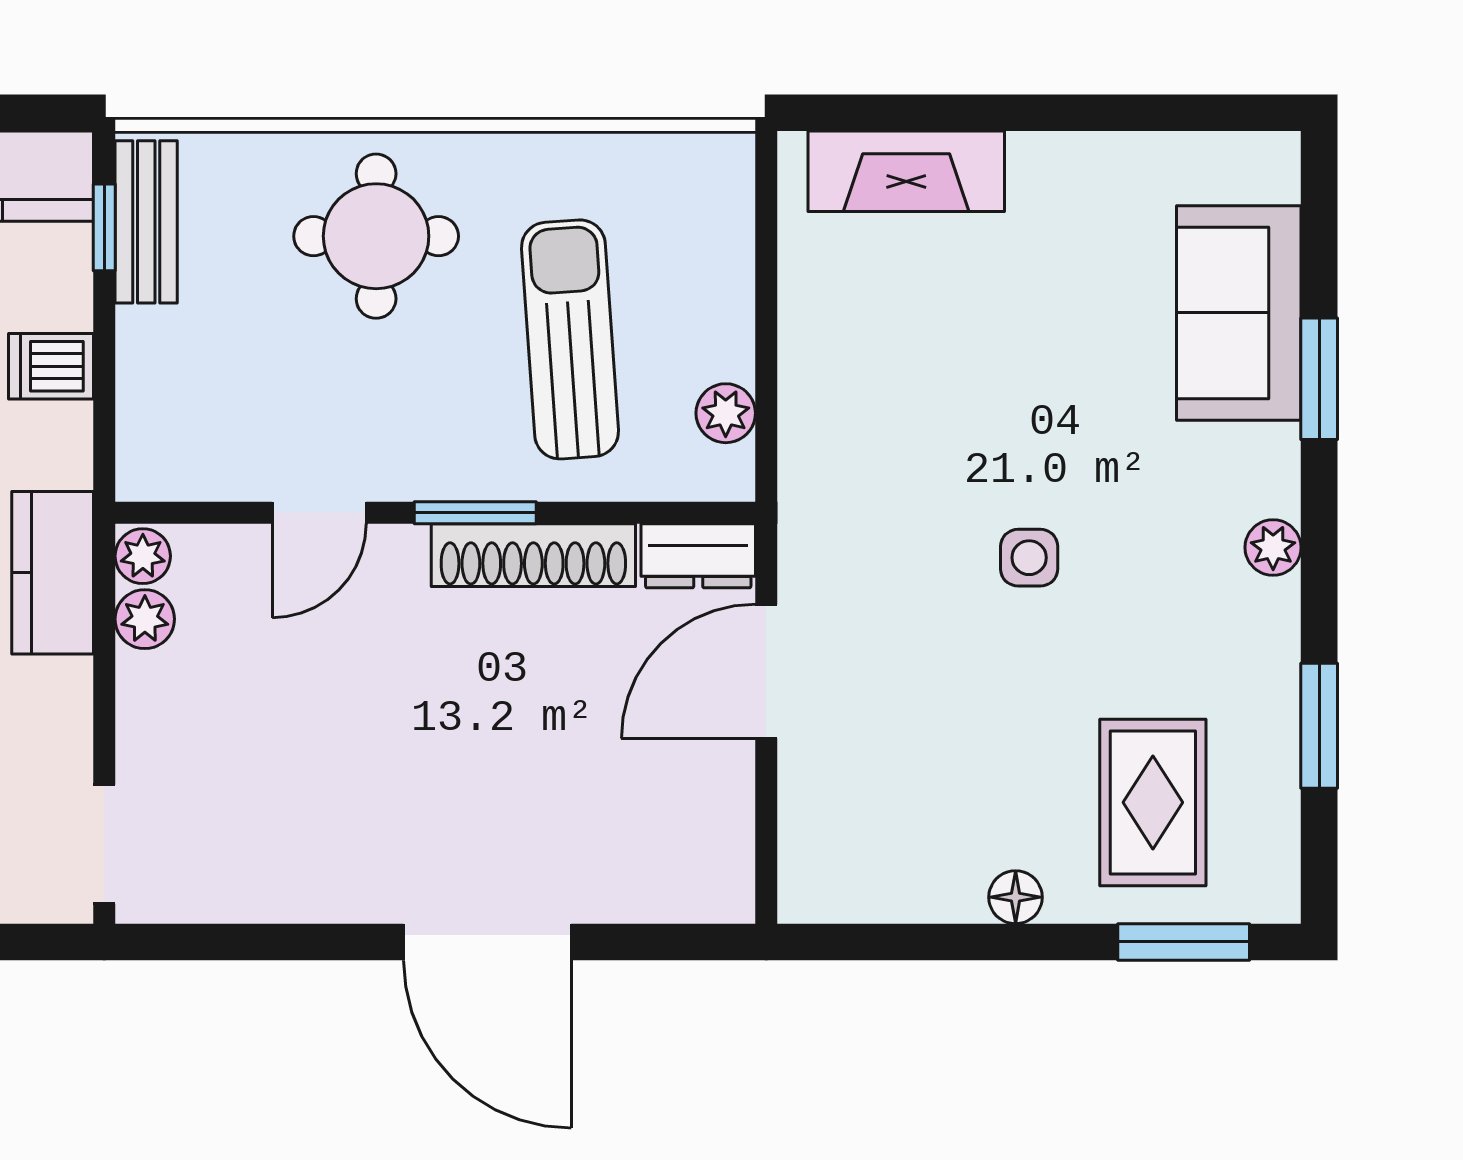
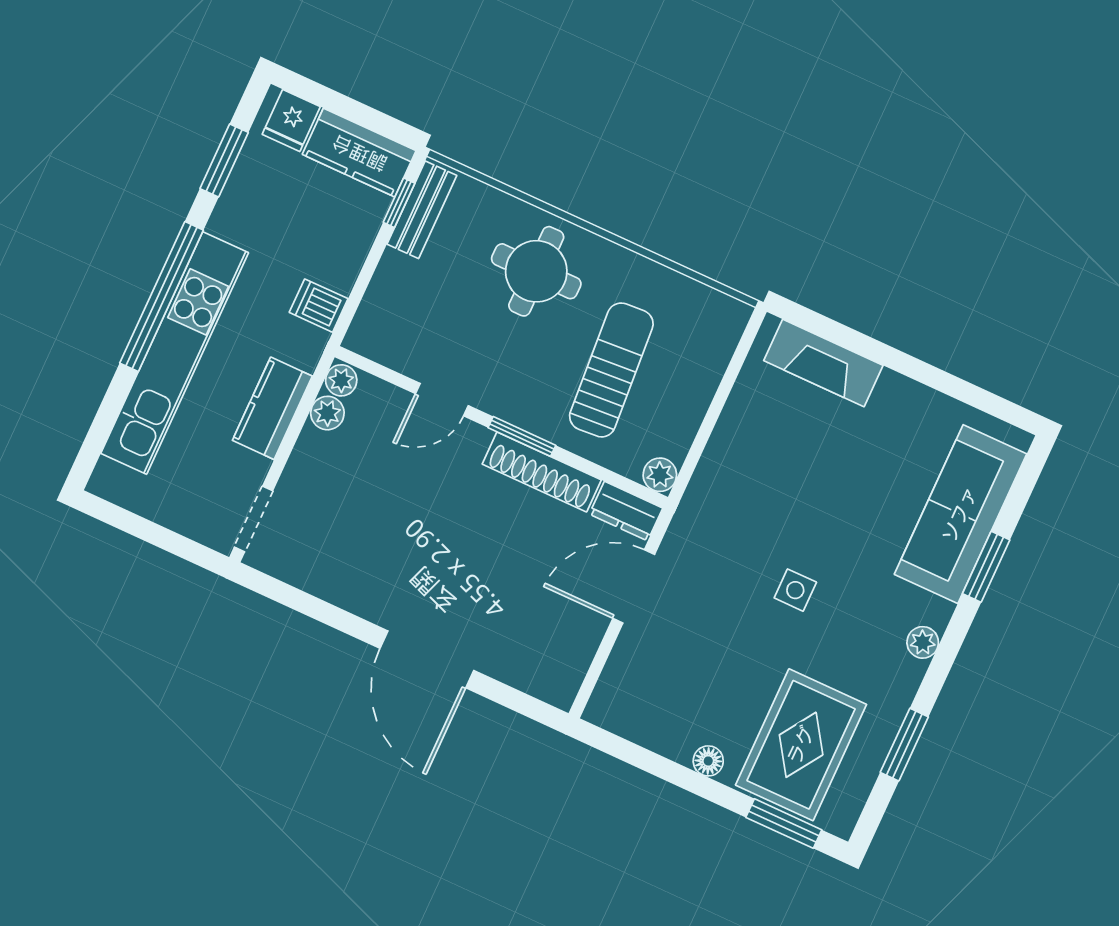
sofa: (1239, 313) -> (960, 514), width x1.36
dishwasher: (51, 366) -> (319, 306), moved
plant: (726, 413) -> (660, 475), moved
kitchen counter: (53, 573) -> (272, 408), moved
rug: (1153, 802) -> (801, 745), width x1.36, depth x1.43

